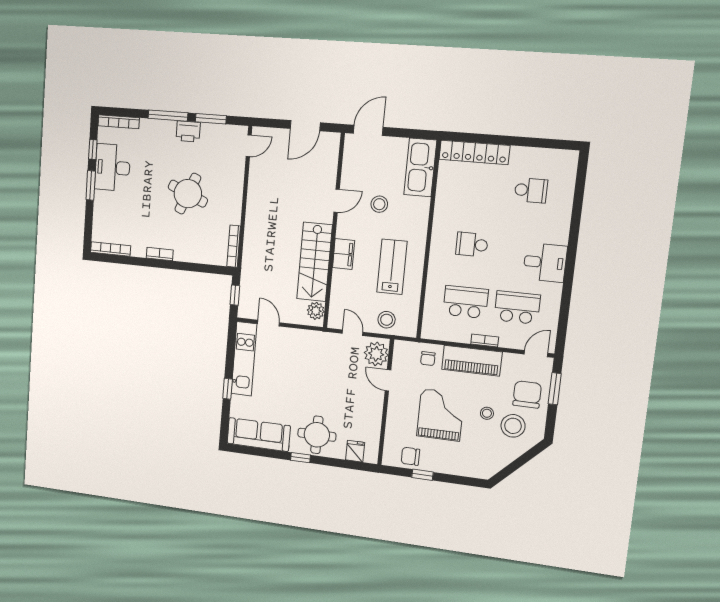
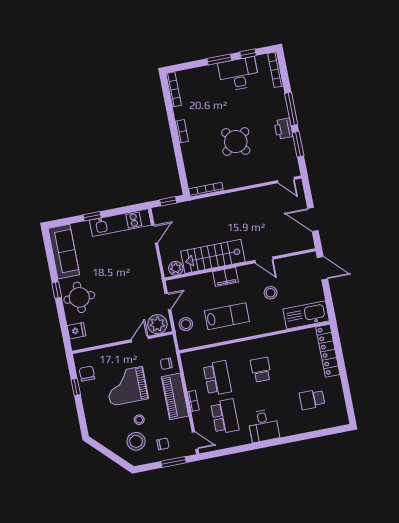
school desk: (531, 190) -> (312, 399), turned 90
round table: (188, 194) -> (236, 142), turned 30
chair: (527, 394) -> (163, 444), width x0.54, depth x0.54
grand piano: (440, 415) -> (127, 386), turned 180

